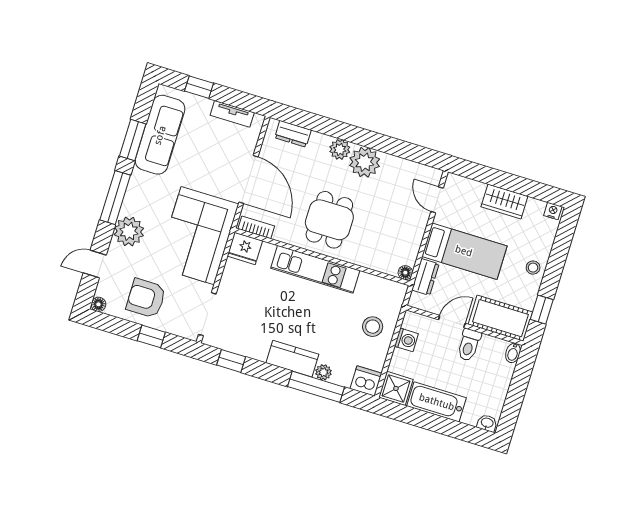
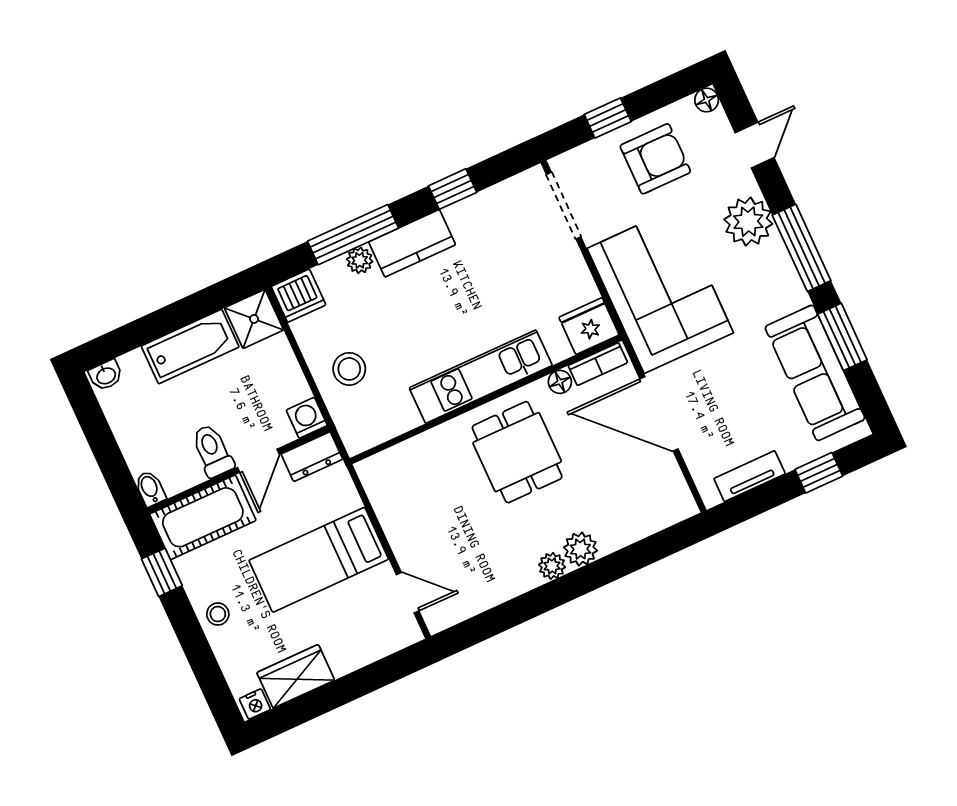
dresser: (293, 134) -> (654, 517), removed
plant: (365, 162) -> (552, 566), width x0.53, depth x0.53
wardrobe: (504, 202) -> (296, 676), moved
floor lamp: (405, 273) -> (560, 382), moved
dresser: (425, 277) -> (312, 457), moved, turned -90
washing machine: (406, 340) -> (307, 418), moved, turned 90
window: (231, 361) -> (453, 189), moved

